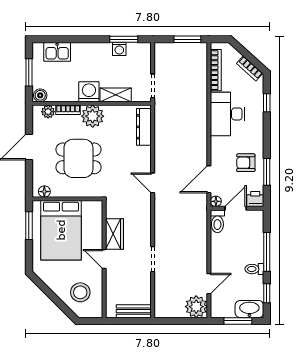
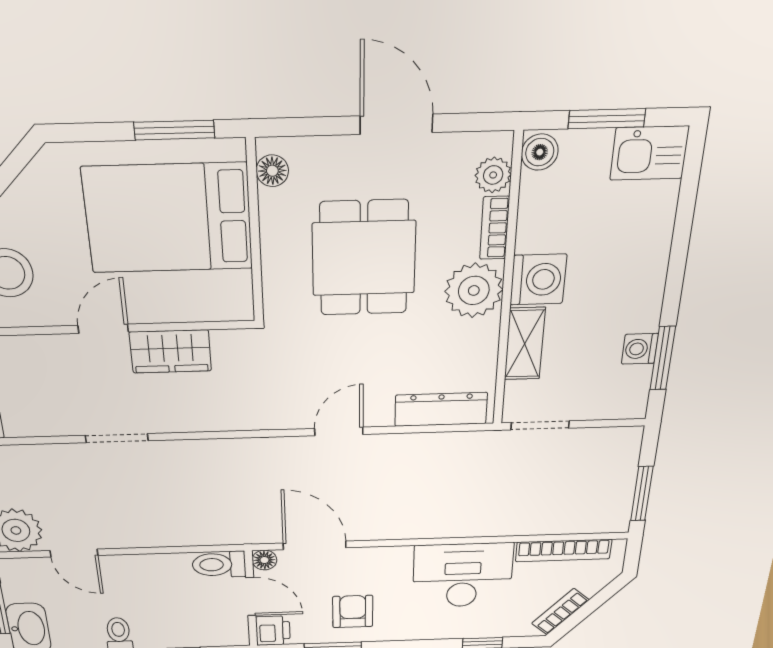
kitchen sink: (57, 52) -> (649, 153), moved, turned -90
door: (153, 183) -> (339, 431), moved

